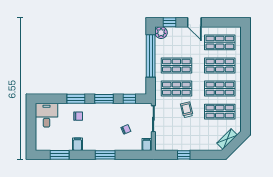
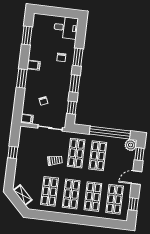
window: (223, 22) -> (133, 204), added
filing cabinet: (77, 144) -> (34, 65), moved

